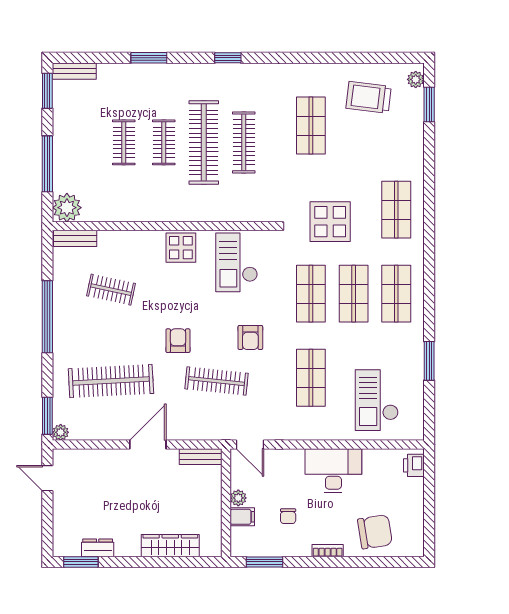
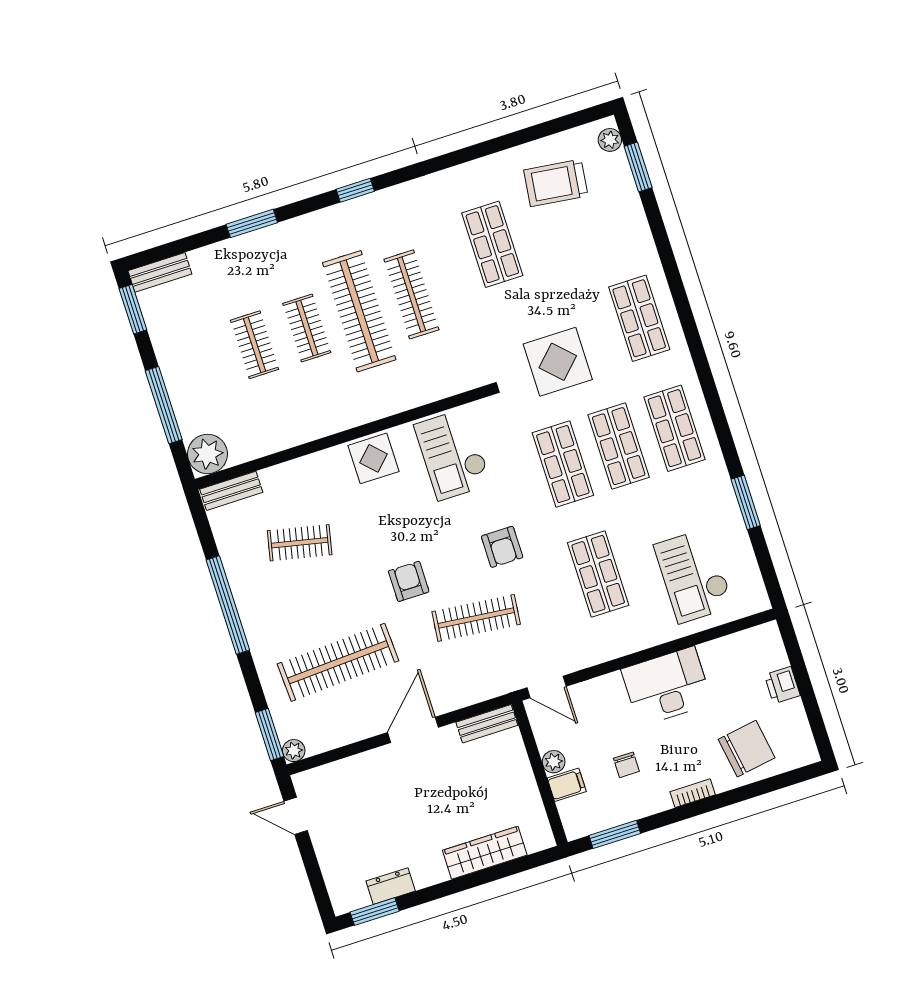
printer: (414, 465) -> (782, 685), moved

